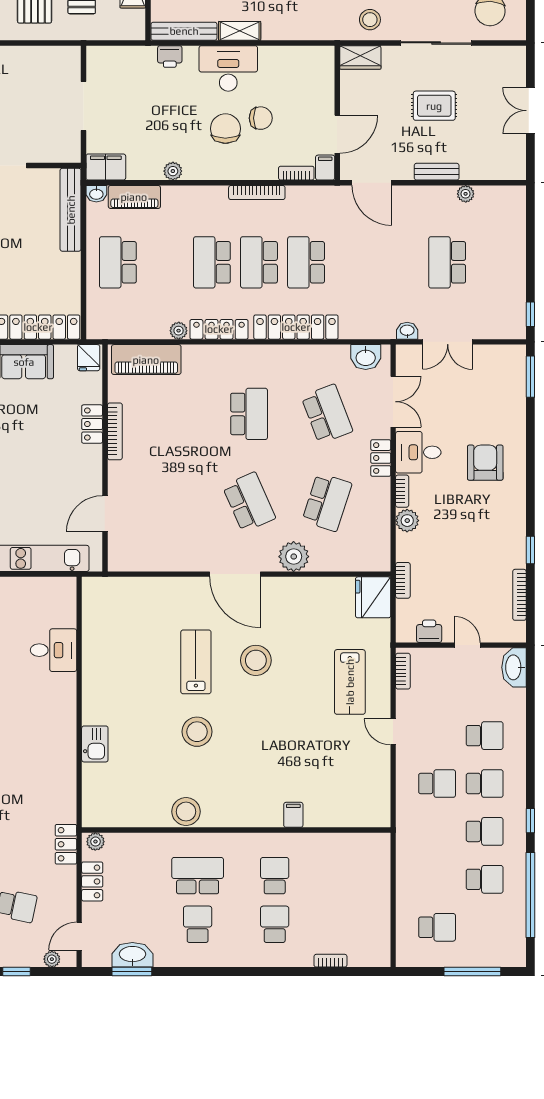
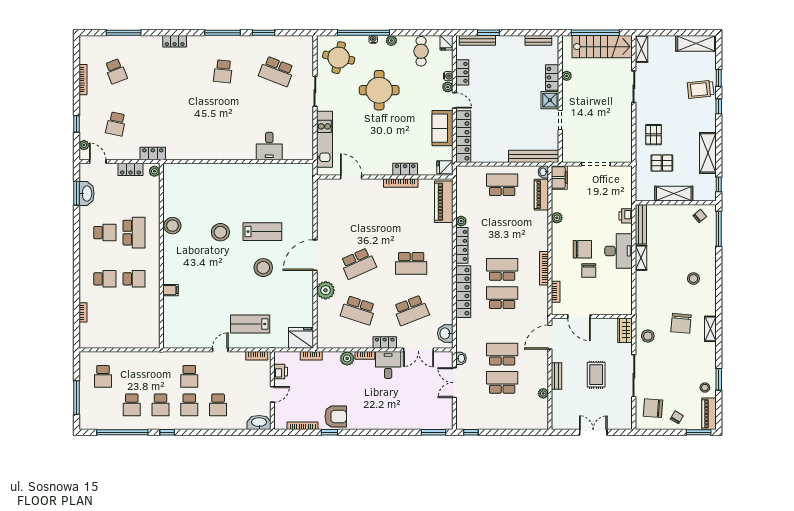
filing cabinet: (325, 168) -> (559, 309), removed
school desk: (212, 262) -> (502, 354), moved
armchair: (485, 463) -> (336, 416), moved
kitchen sink: (95, 744) -> (213, 171), removed

